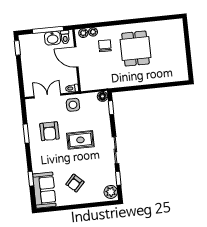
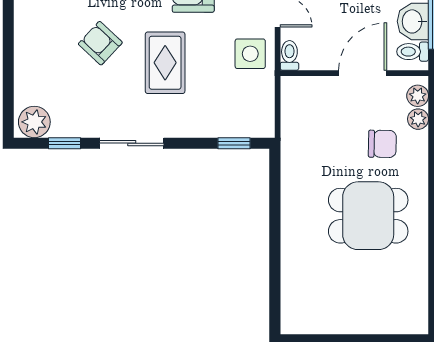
floor lamp: (102, 96) -> (263, 126), removed
armchair: (75, 183) -> (100, 43), moved

